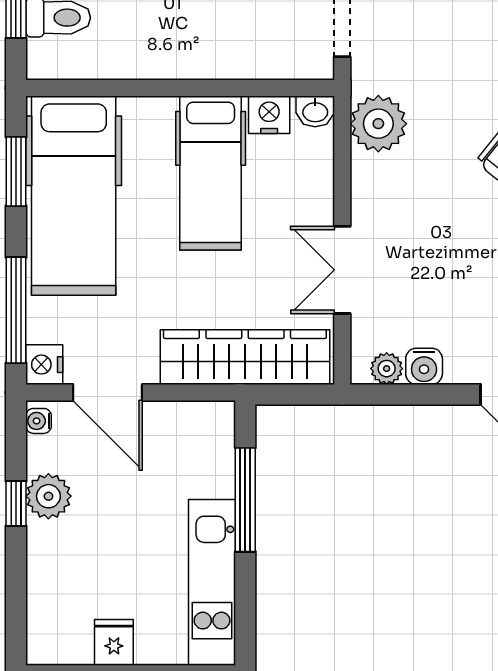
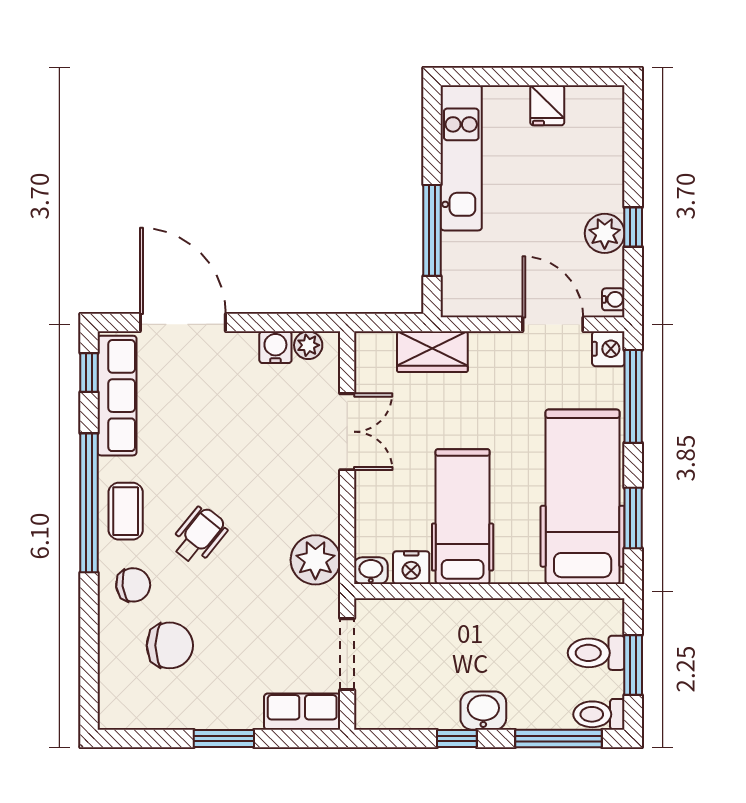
wardrobe: (245, 357) -> (432, 352), width x0.48, depth x0.85

